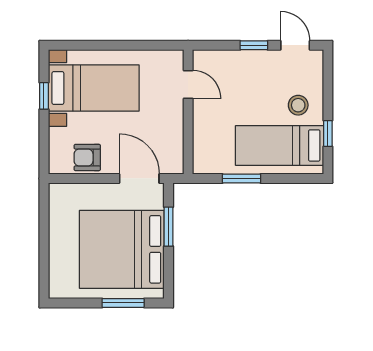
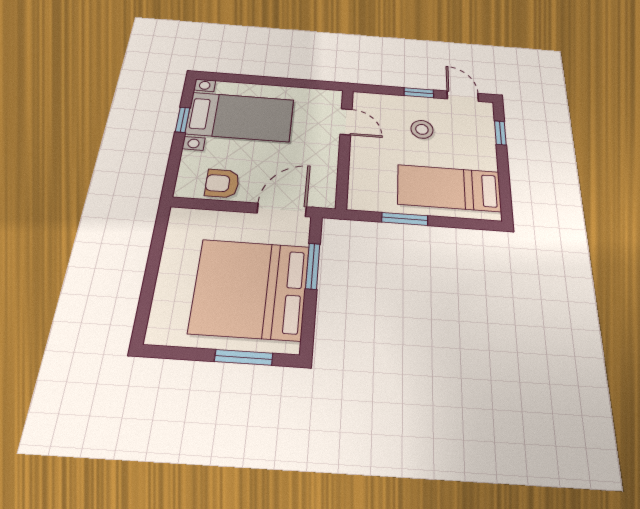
stool: (298, 105) -> (422, 129), moved
window: (328, 134) -> (500, 133), moved
door: (139, 178) -> (282, 210), hinge flipped

